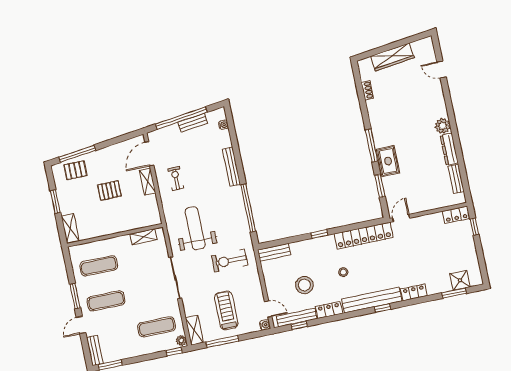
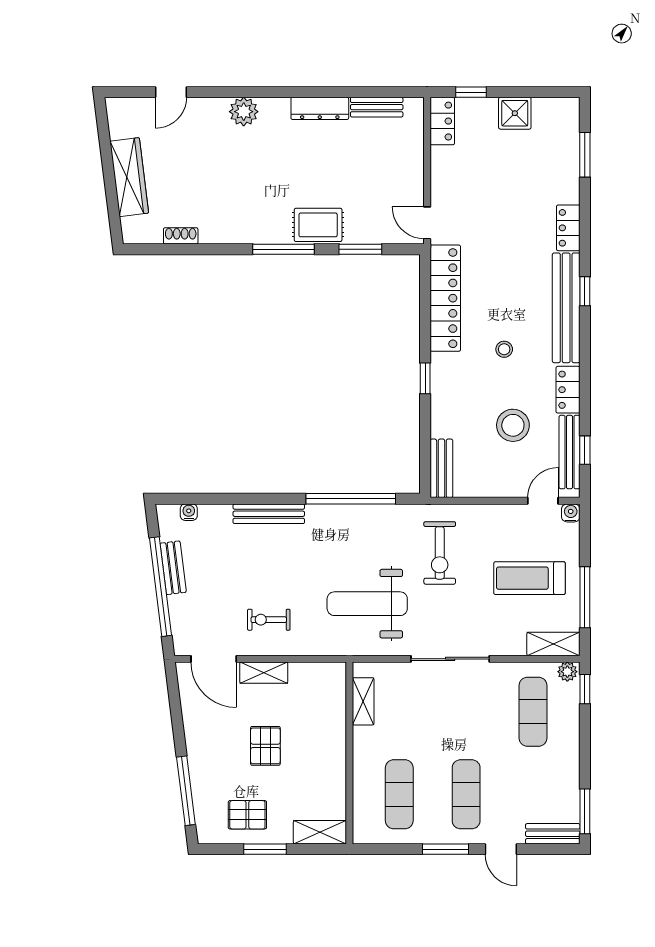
plant: (443, 126) -> (244, 112), moved
pallet: (75, 170) -> (247, 815), moved, turned 90
shower: (460, 280) -> (515, 113), moved

